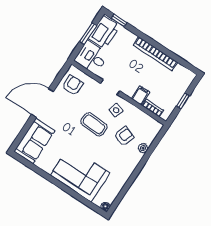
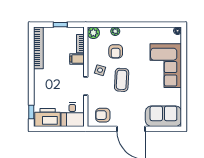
window: (88, 34) -> (56, 129), removed
bookcase: (155, 54) -> (38, 48), moved
plant: (155, 127) -> (93, 33), added
armchair: (124, 136) -> (116, 51), turned -109

